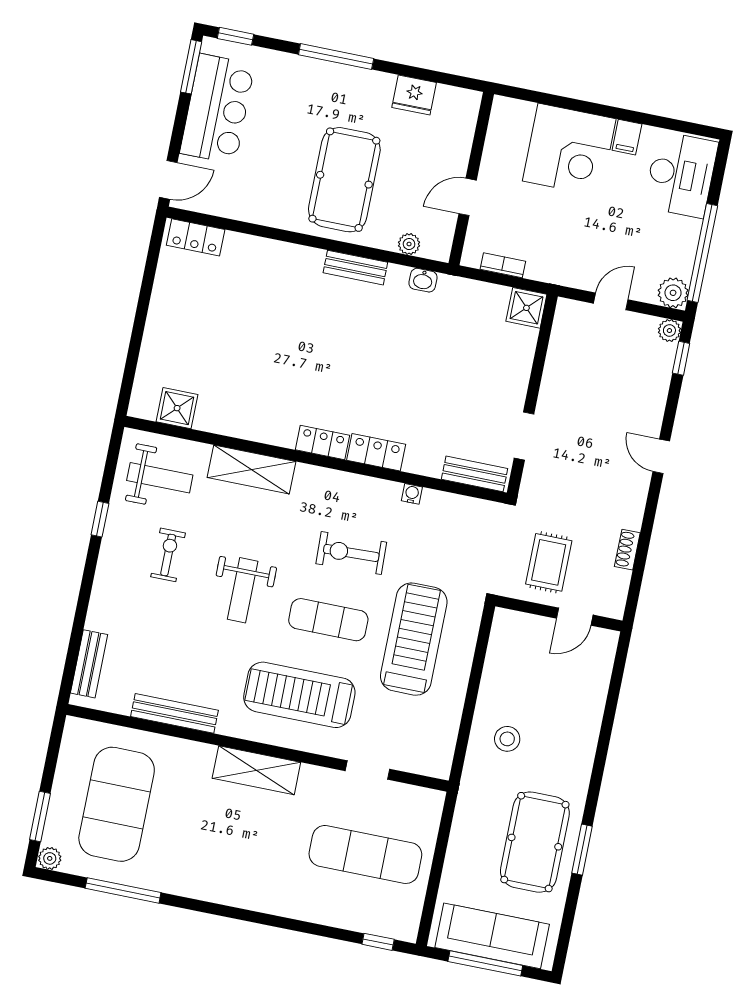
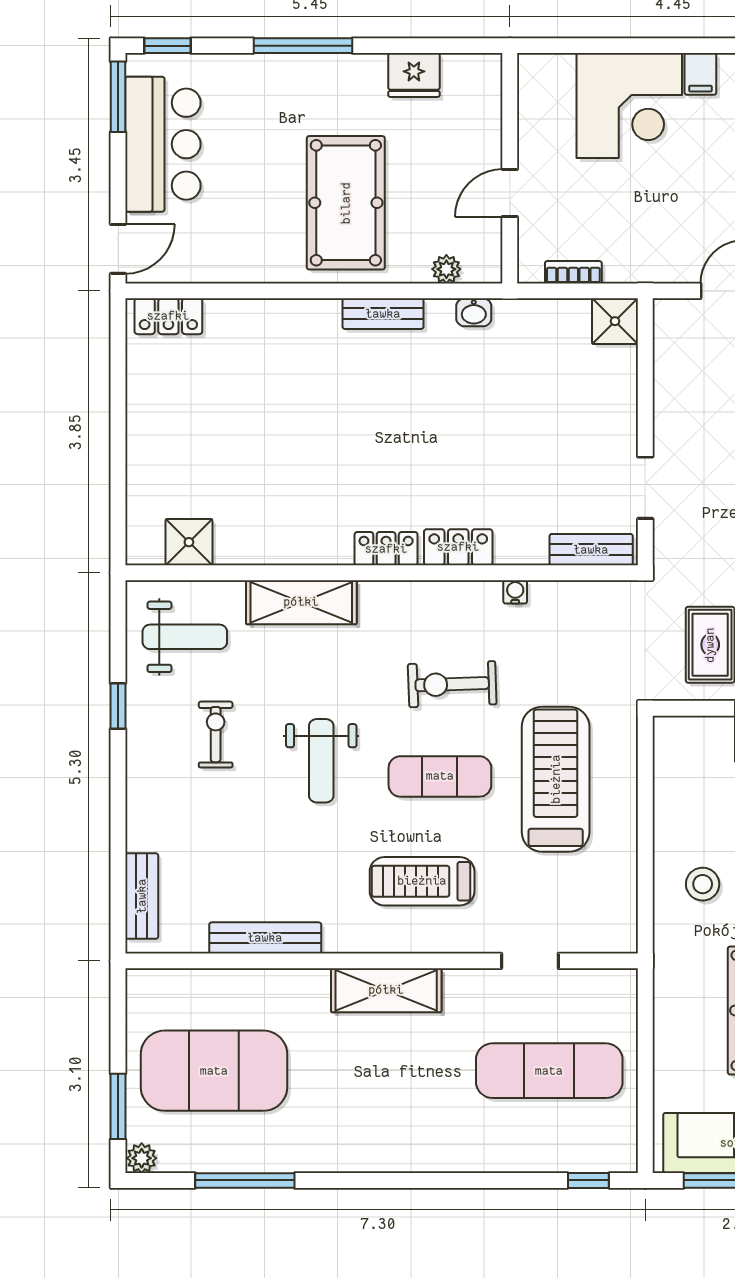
treadmill: (299, 695) -> (422, 881), width x0.73, depth x0.73
exercise mat: (117, 804) -> (214, 1071), turned 90

